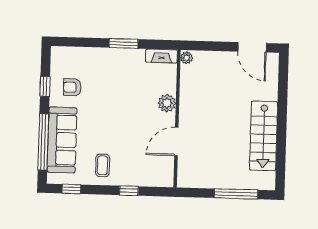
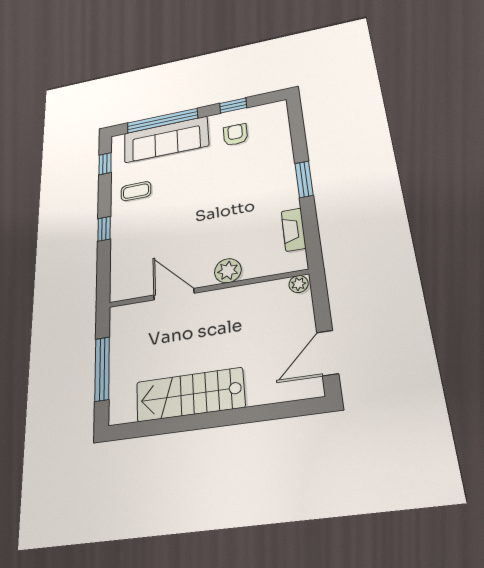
plant: (187, 58) -> (299, 284), moved
plant: (167, 103) -> (228, 271), moved
wall: (177, 119) -> (207, 289), moved
door: (176, 141) -> (174, 294), moved

